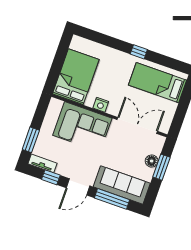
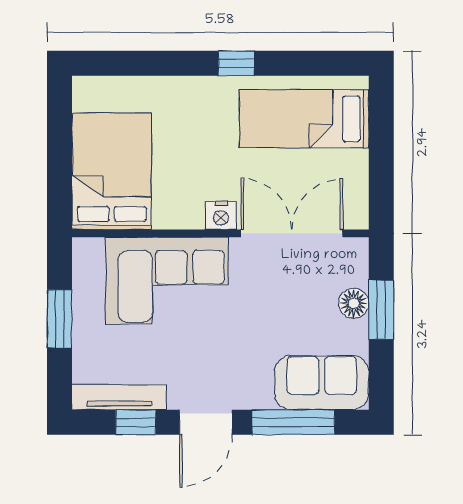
nightstand: (101, 105) -> (221, 216), moved
window: (31, 140) -> (60, 319), moved
tv unit: (42, 163) -> (119, 397), width x1.41
sofa: (122, 185) -> (322, 383), width x0.73

